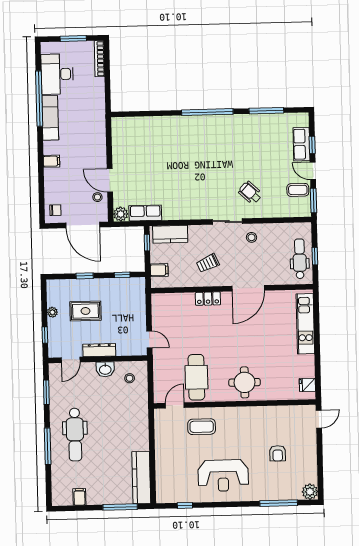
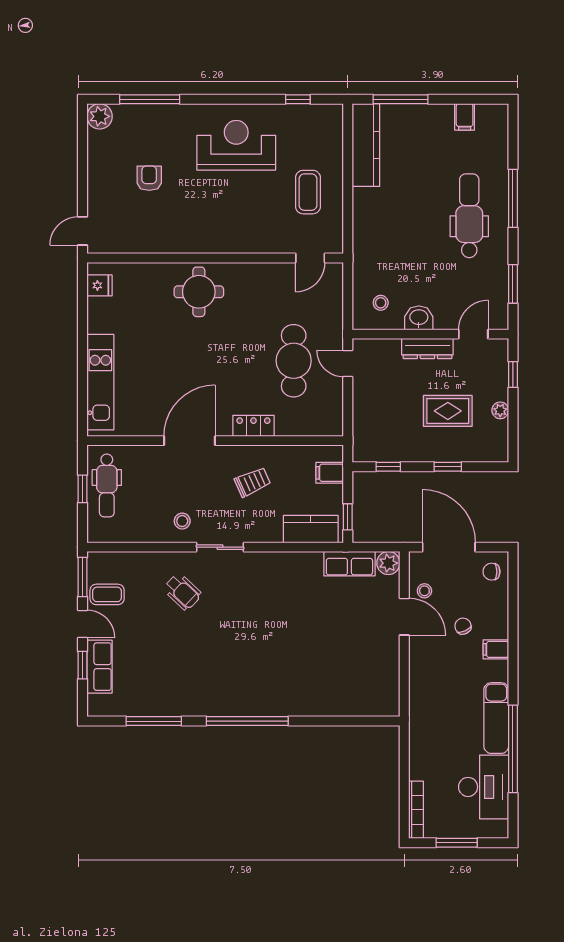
chair: (73, 175) -> (463, 626), added
cafe table: (196, 377) -> (294, 361), moved
coffee table: (202, 427) -> (308, 192), moved, turned 90

